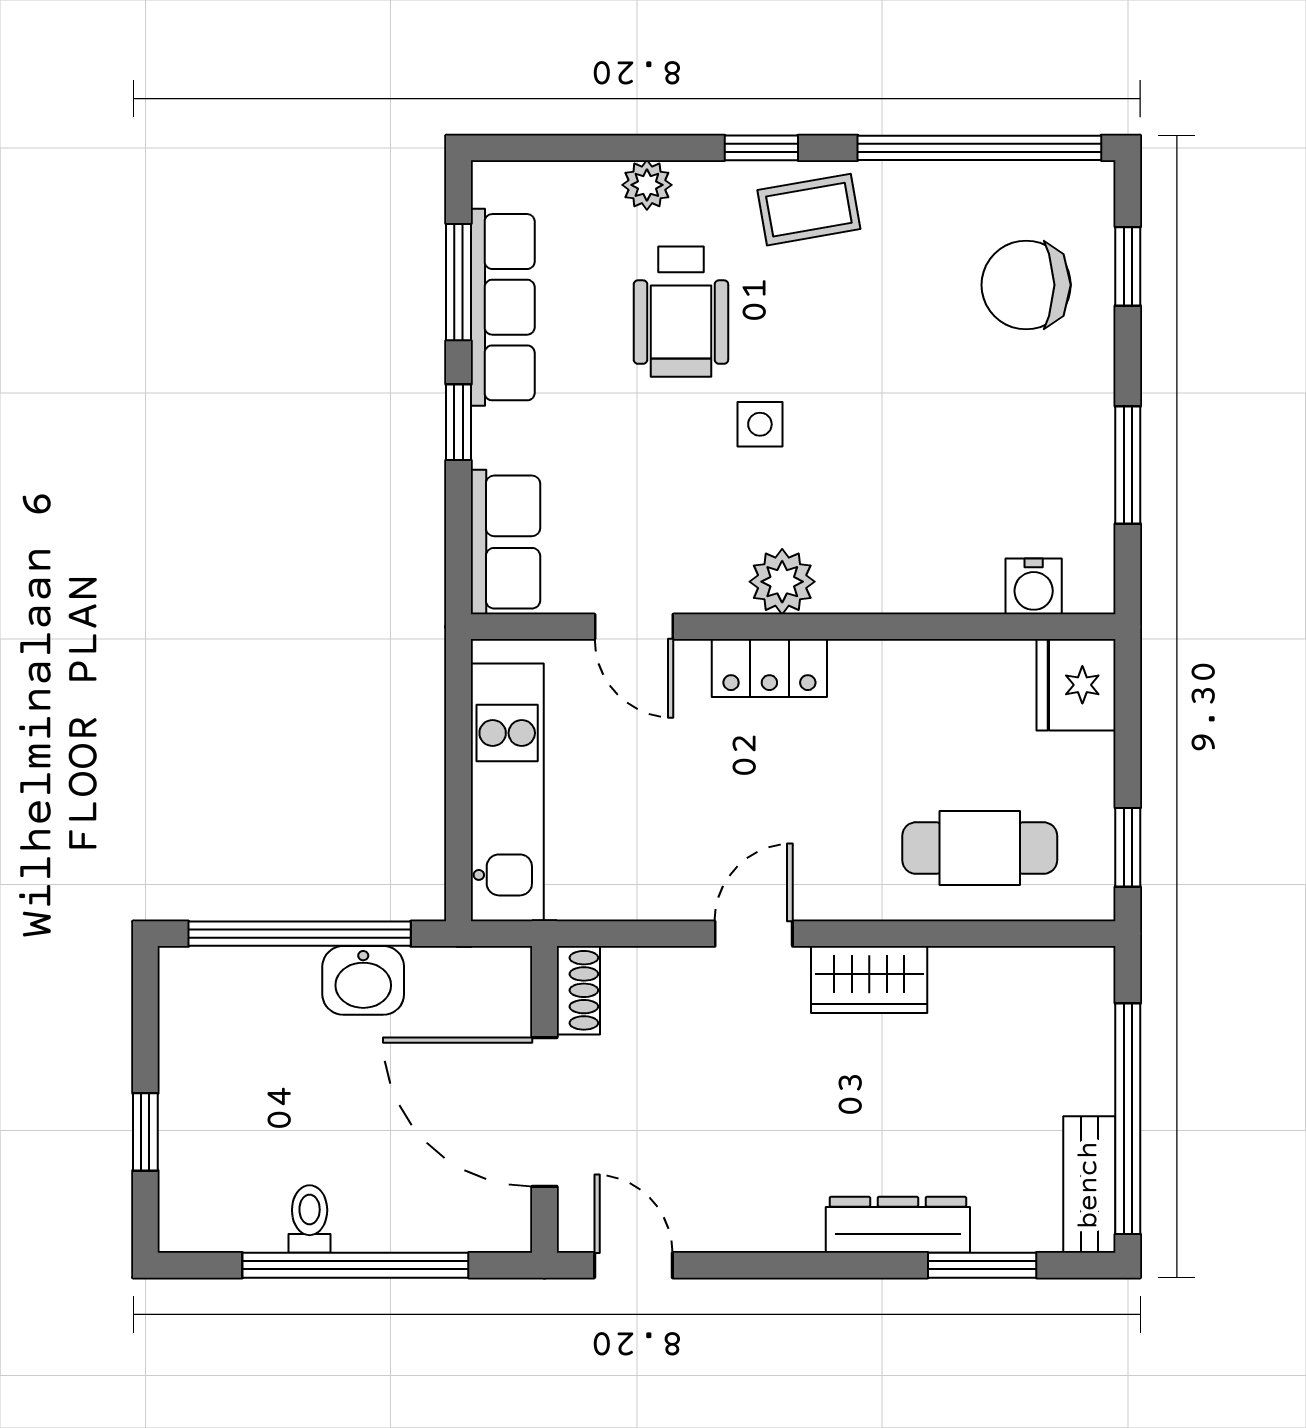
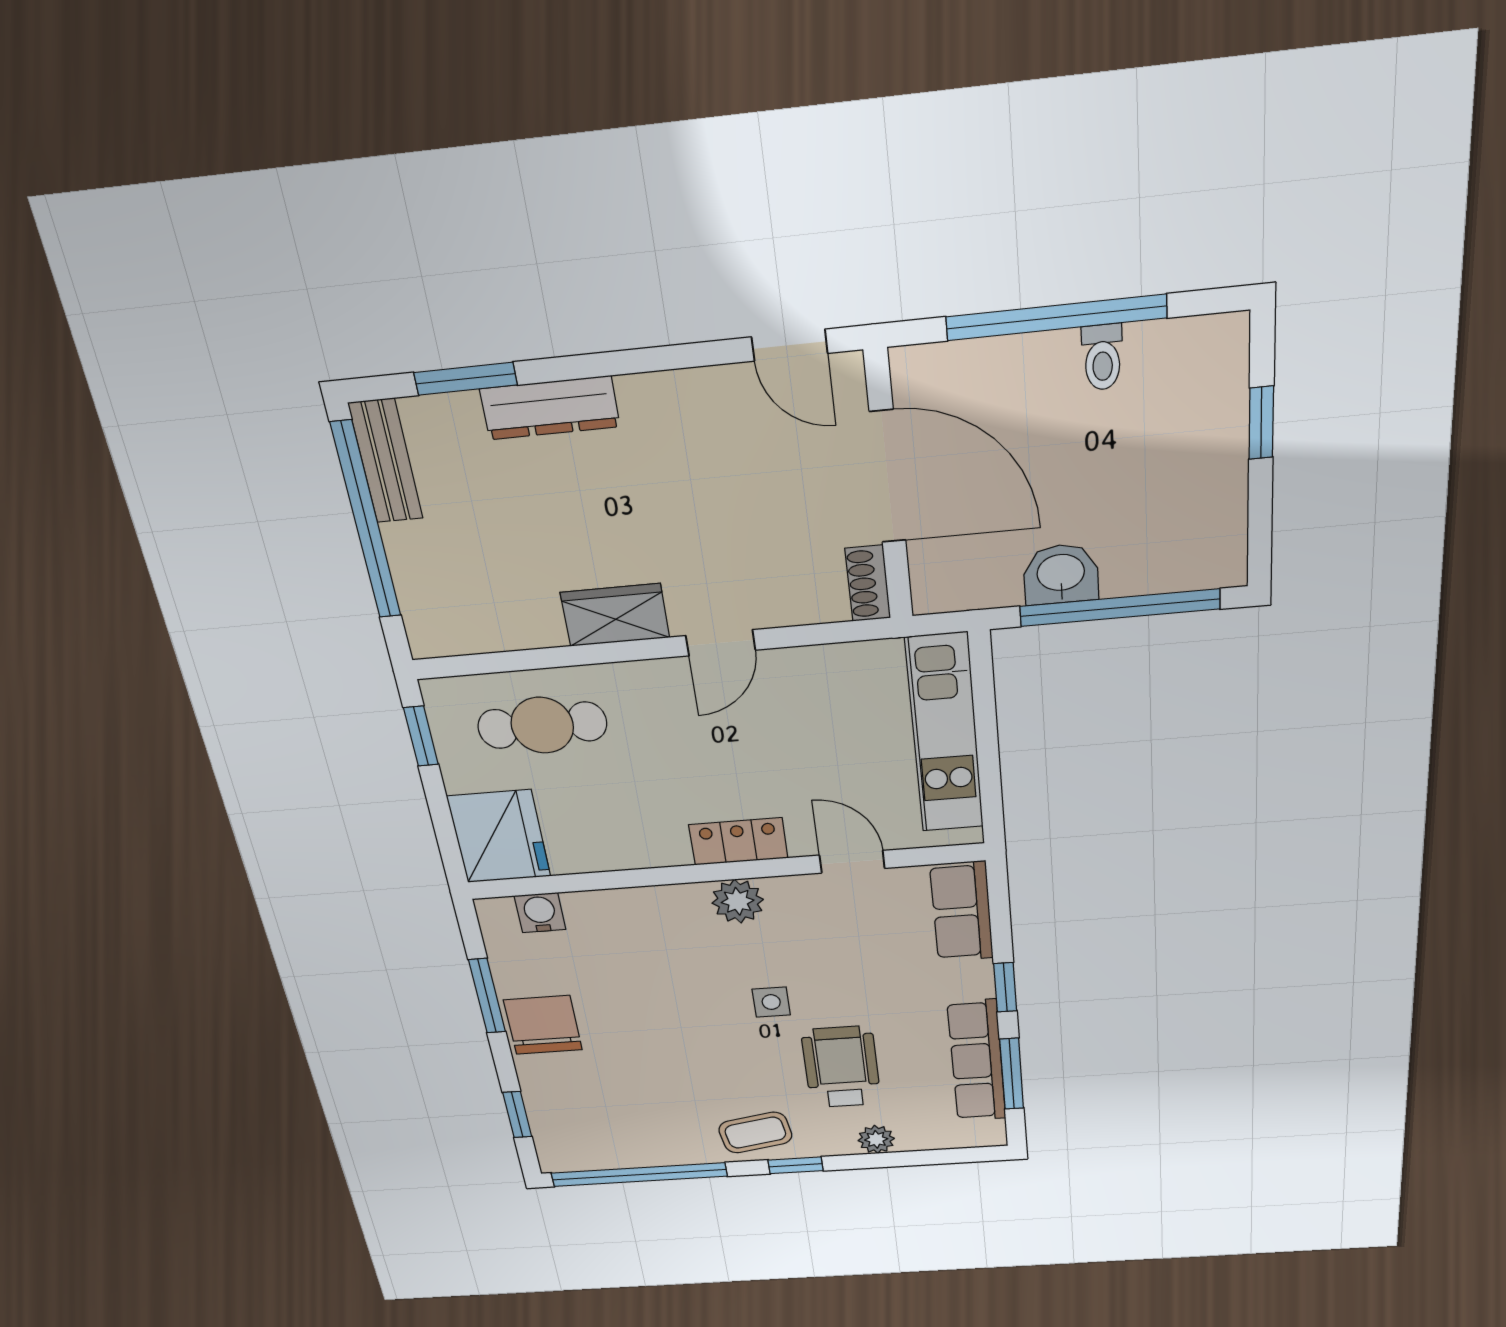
chair: (1026, 285) -> (543, 1025), moved, turned -90
fridge: (1076, 685) -> (499, 837), width x1.36, depth x1.34

